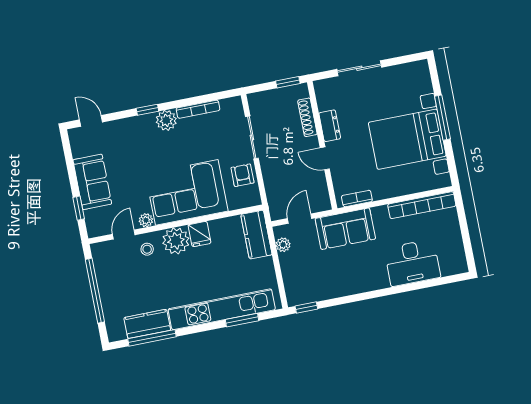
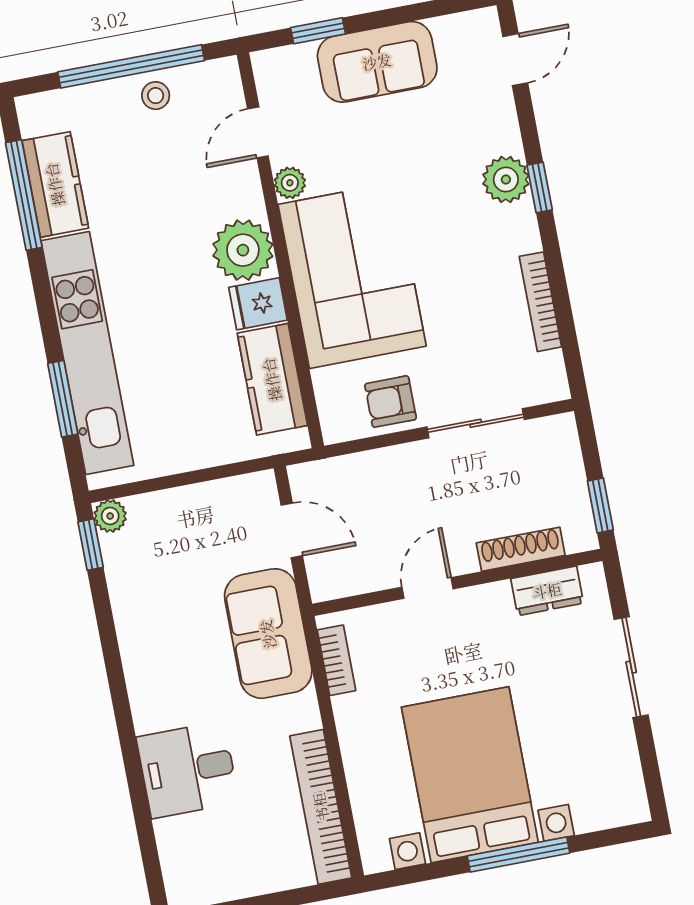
plant: (166, 120) -> (506, 179), moved
dresser: (330, 126) -> (547, 591), moved
armchair: (242, 175) -> (391, 402), turned 180
door: (124, 234) -> (258, 132), swing flipped
kitchen counter: (256, 235) -> (272, 379), moved, turned -90
plant: (283, 245) -> (110, 516), moved
stool: (147, 249) -> (156, 96), moved
desk: (412, 263) -> (188, 770), width x0.73

